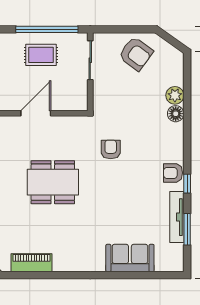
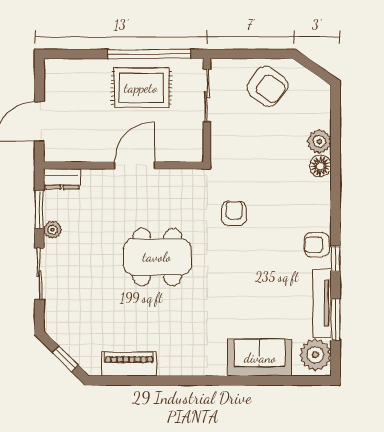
rug: (41, 55) -> (141, 88), width x1.36, depth x1.43
plant: (172, 256) -> (315, 355), added

